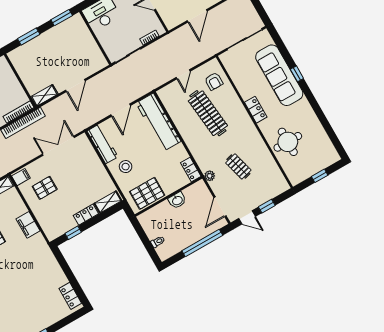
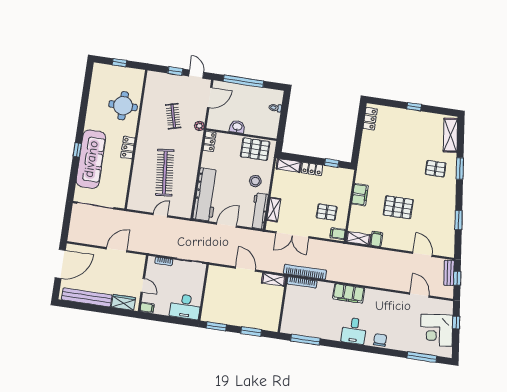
armchair: (214, 81) -> (142, 192), removed
door: (75, 86) -> (245, 269), hinge flipped
shelving: (91, 155) -> (274, 210), added

